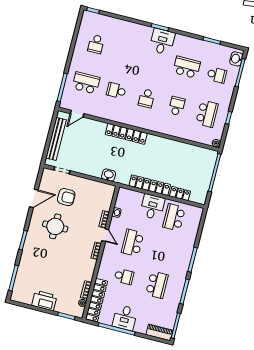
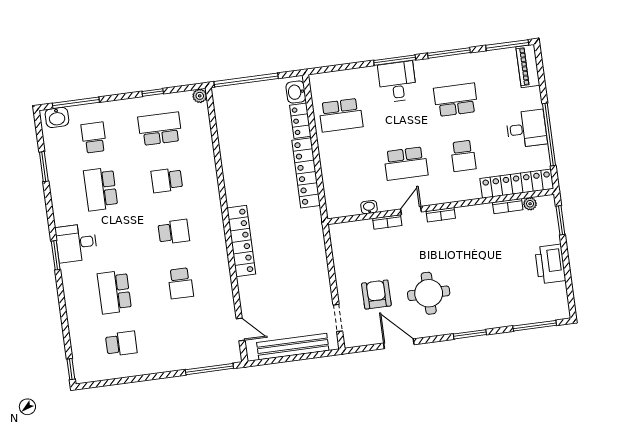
school desk: (86, 83) -> (114, 292), moved
washbasin: (109, 175) -> (296, 92), moved
desk: (152, 207) -> (397, 82), moved, turned 90
school desk: (124, 276) -> (463, 156), turned 180

